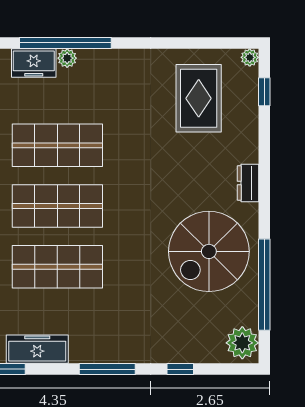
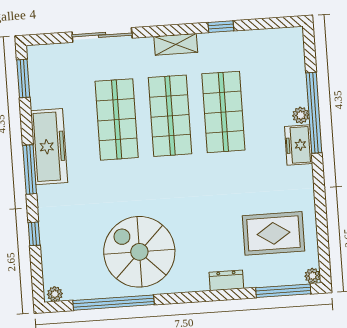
freezer: (34, 63) -> (299, 145), moved
window: (264, 92) -> (283, 291), width x2.17
dresser: (248, 183) -> (226, 280), moved
plant: (242, 343) -> (55, 294), width x0.53, depth x0.53
freezer: (37, 349) -> (49, 147), moved, width x1.36, depth x1.26

